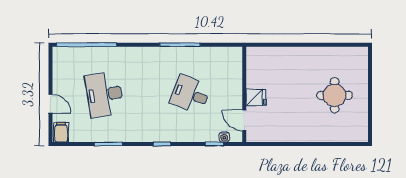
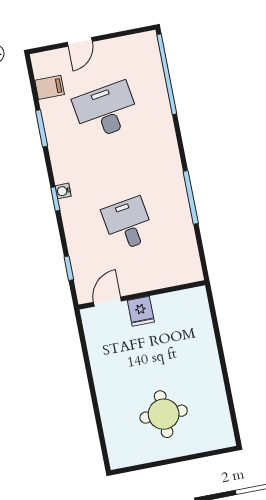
desk: (190, 94) -> (128, 224), turned -30
filing cabinet: (61, 132) -> (50, 87), moved
water cooler: (224, 137) -> (63, 191), moved

